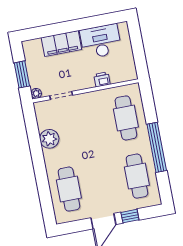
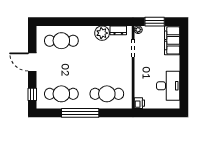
filing cabinet: (61, 44) -> (172, 40), moved
printer: (102, 79) -> (139, 103), moved
dresser: (42, 119) -> (118, 30), added
window: (130, 216) -> (32, 94), moved

